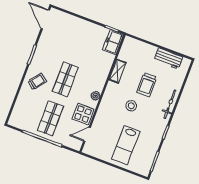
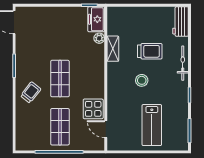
workbench: (168, 58) -> (181, 22), moved, turned 90
trolley: (147, 85) -> (150, 51), turned -90
plant: (96, 96) -> (99, 38), moved
door: (87, 134) -> (106, 129), hinge flipped

